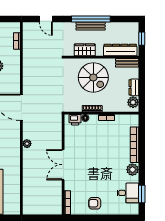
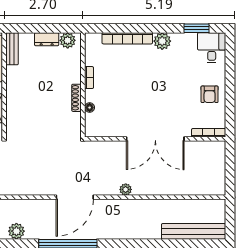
spiral stairs: (93, 77) -> (33, 96), removed
printer: (75, 120) -> (92, 122), removed
double door: (63, 165) -> (155, 139), width x1.36
desk: (128, 193) -> (212, 48), moved

